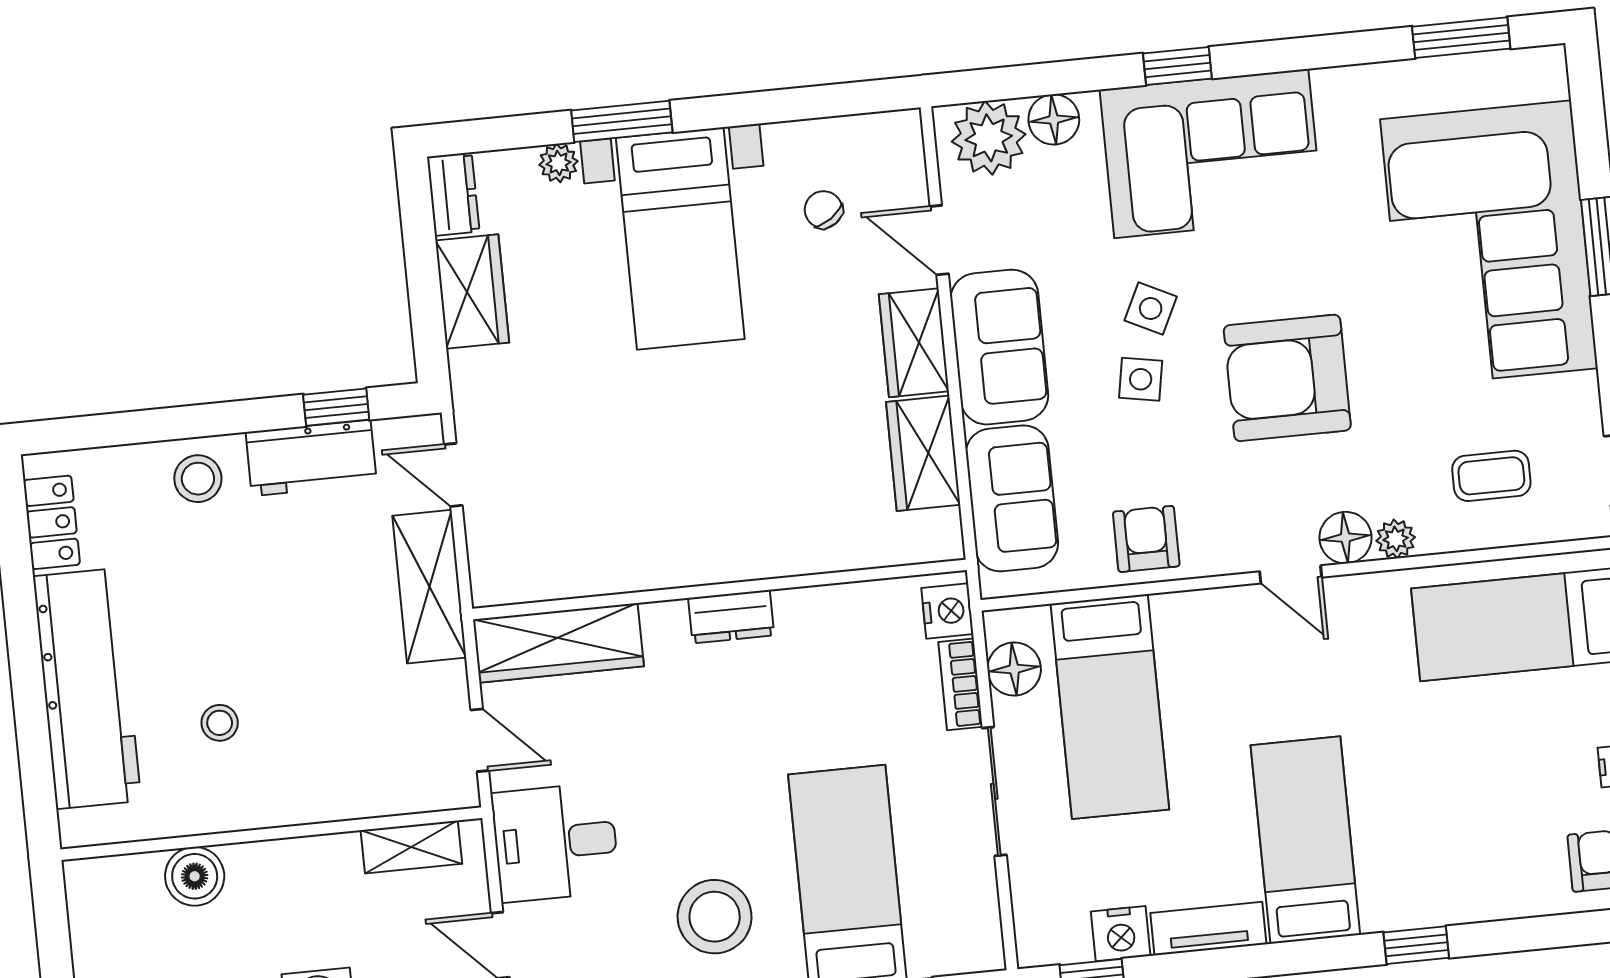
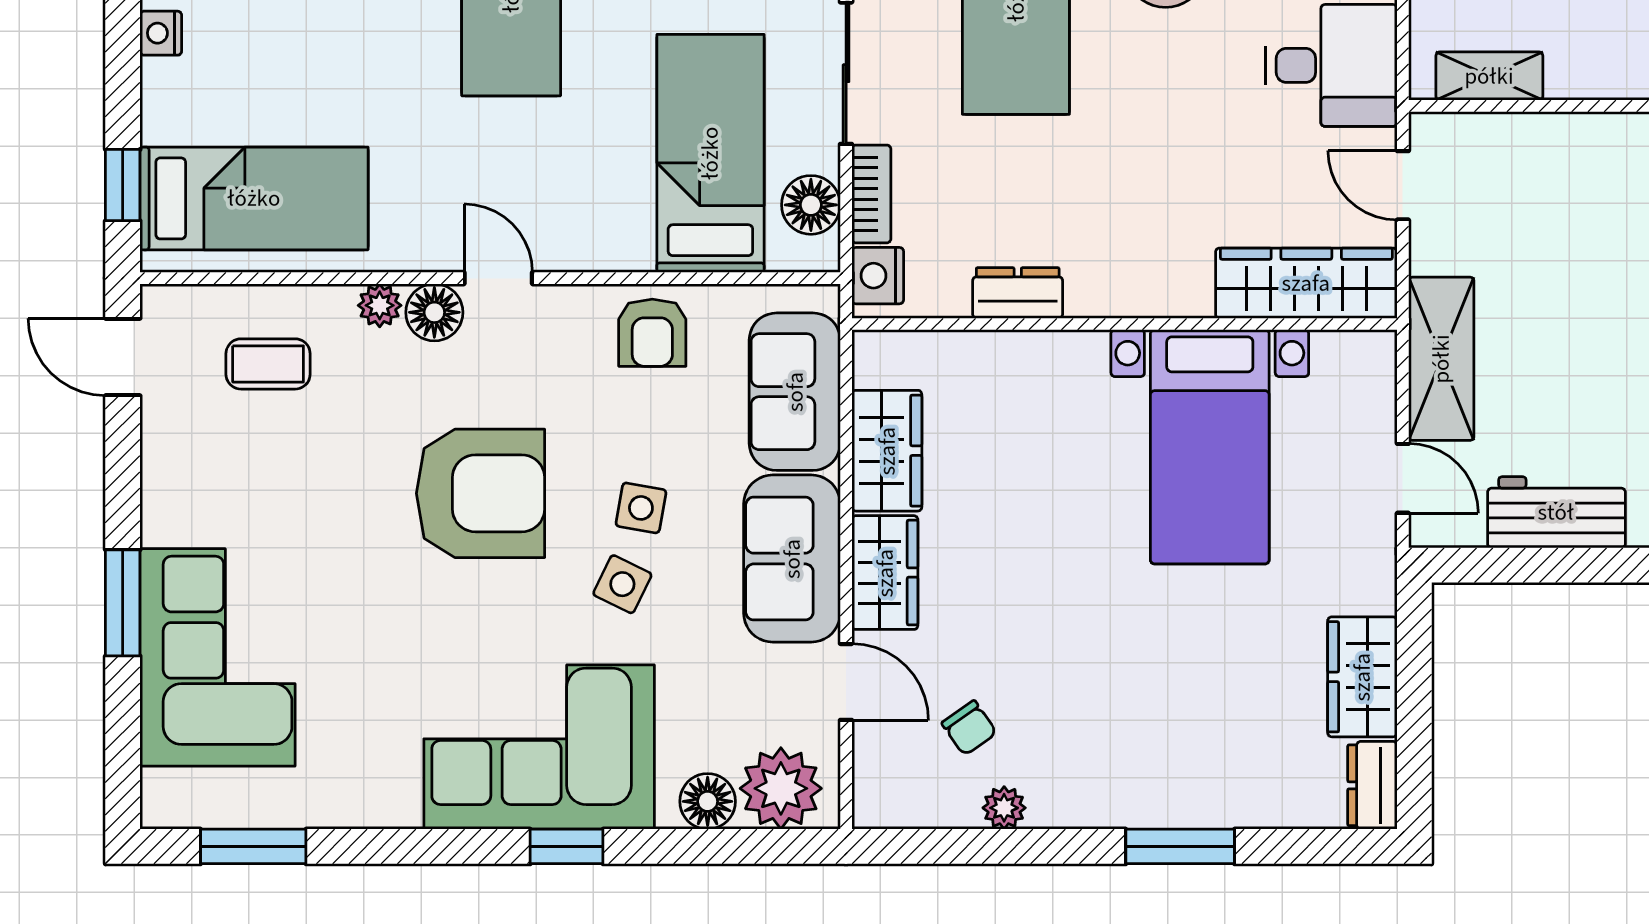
plant: (558, 163) -> (1004, 808), moved
bed with nightstands: (680, 238) -> (1210, 447), moved, turned 180
corner sofa: (1489, 244) -> (217, 657), width x0.73, depth x0.74
window: (336, 407) -> (1524, 565), removed
dresser: (731, 617) -> (1018, 293), moved

